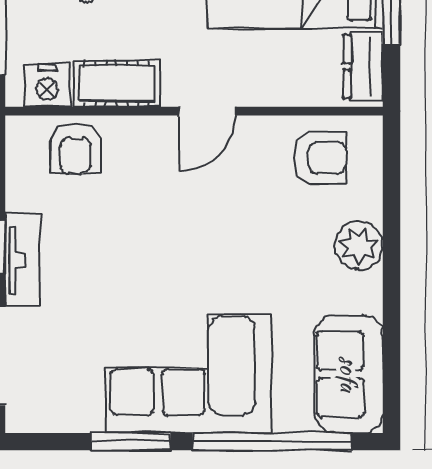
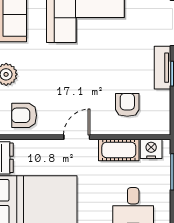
armchair: (76, 148) -> (127, 105), moved

